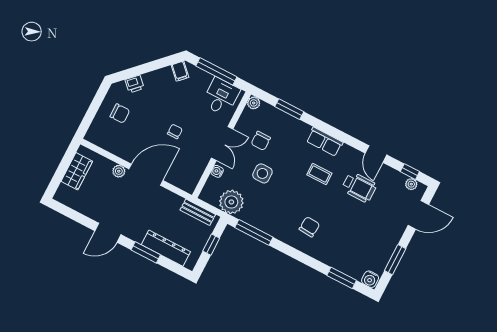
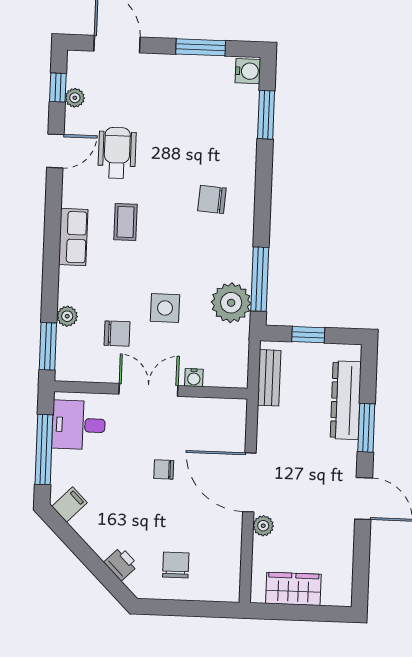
plant: (254, 103) -> (67, 316), moved
window: (289, 109) -> (48, 346), moved
plant: (411, 184) -> (75, 98), moved
plant: (231, 202) -> (231, 303), moved

